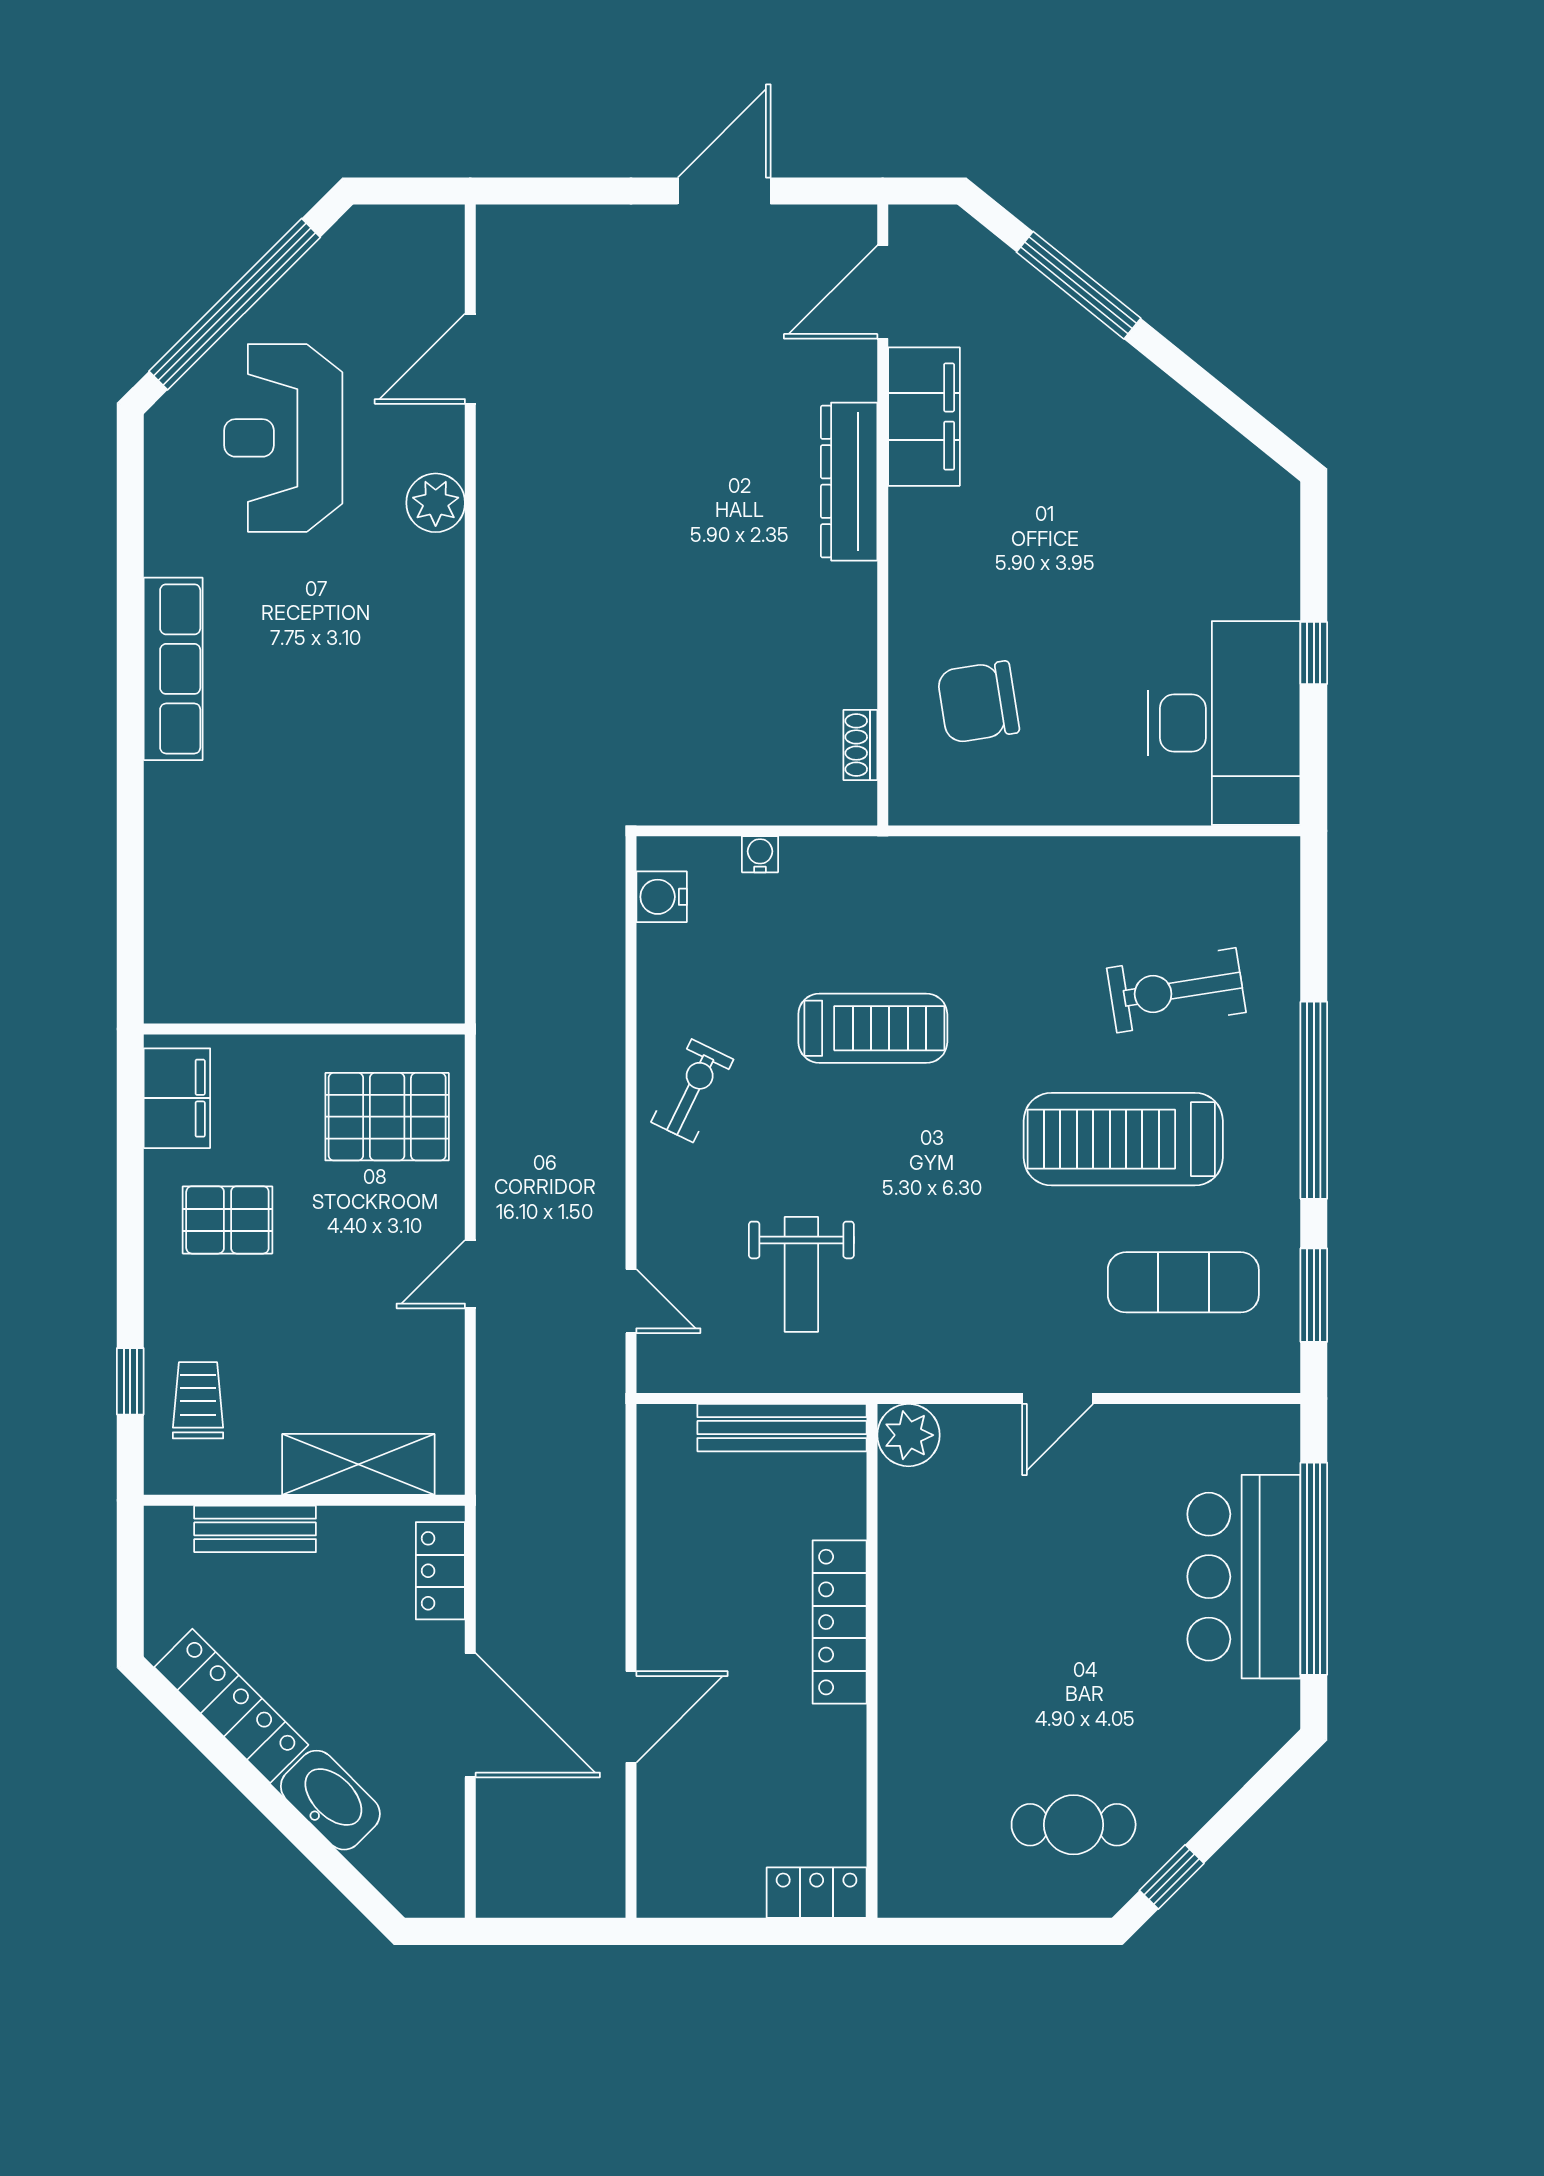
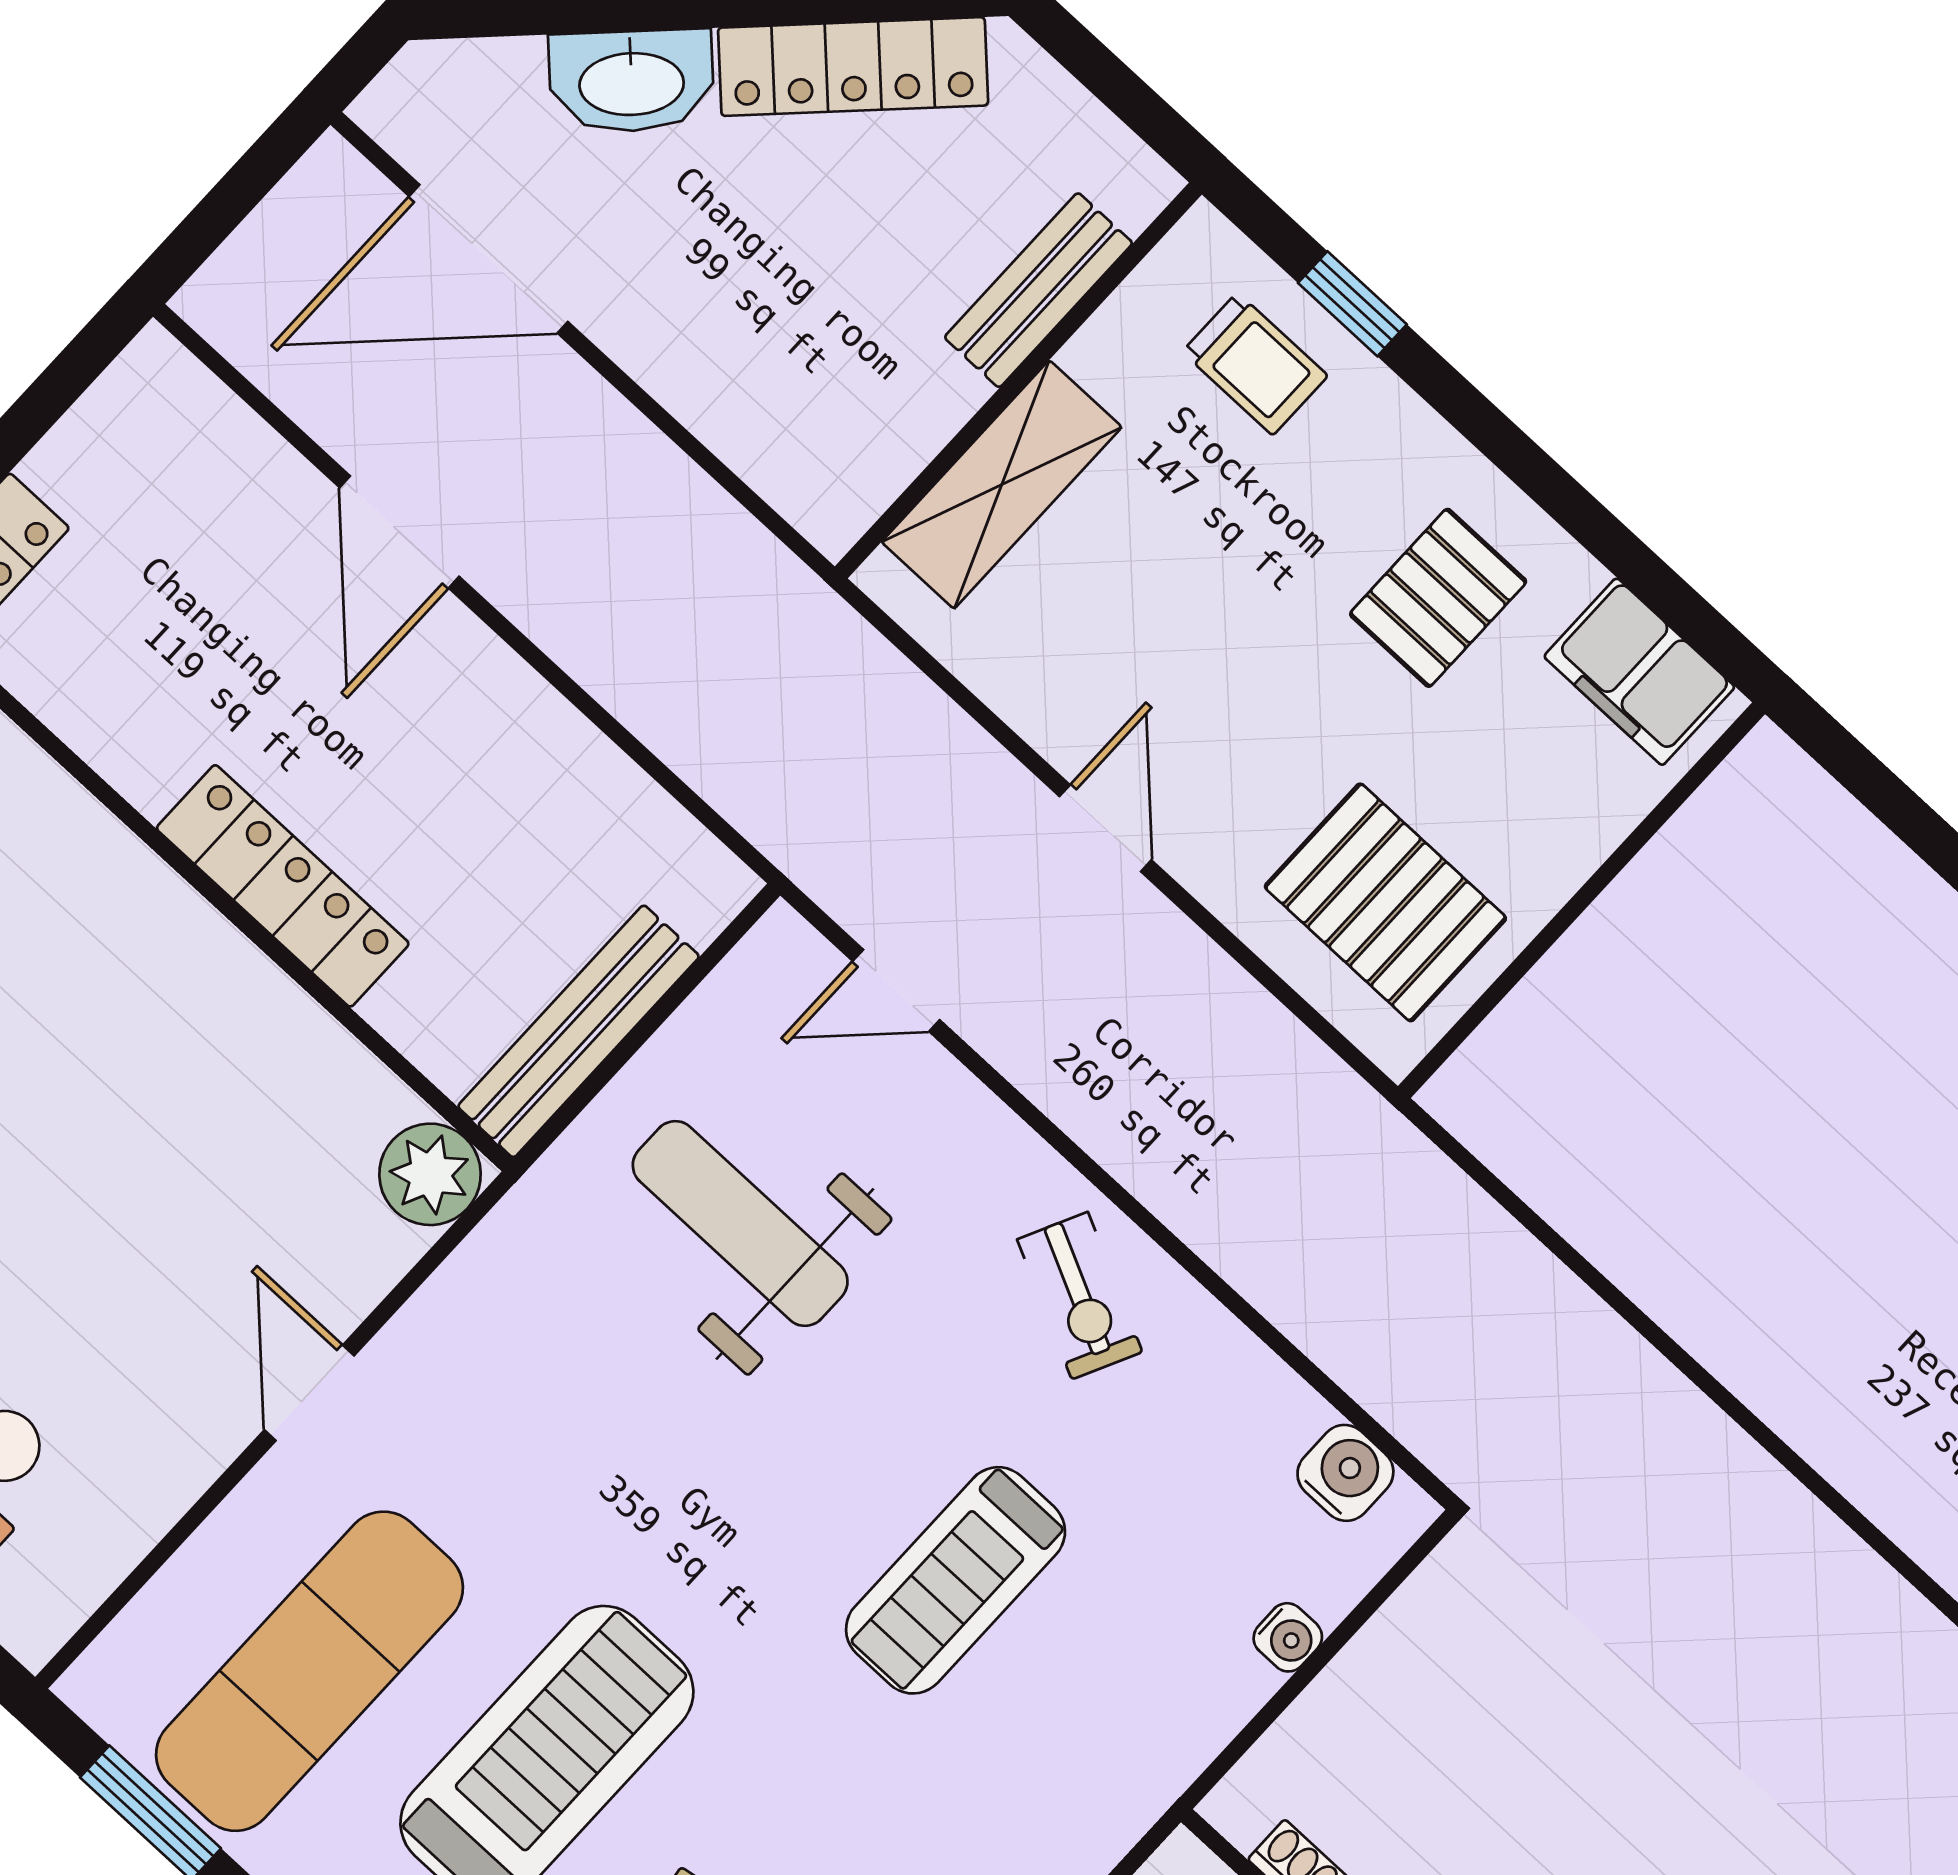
pallet: (387, 1117) -> (1385, 902), turned 90
weight bench: (801, 1274) -> (740, 1223), width x1.36, depth x1.33
exercise mat: (1183, 1282) -> (310, 1671), width x1.36, depth x1.45
locker: (440, 1571) -> (784, 465), removed
door: (470, 1715) -> (489, 259), moved

